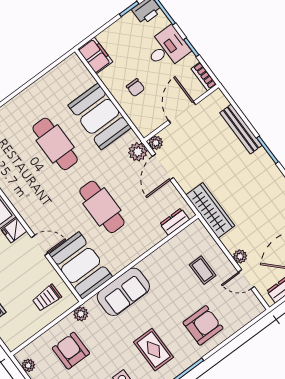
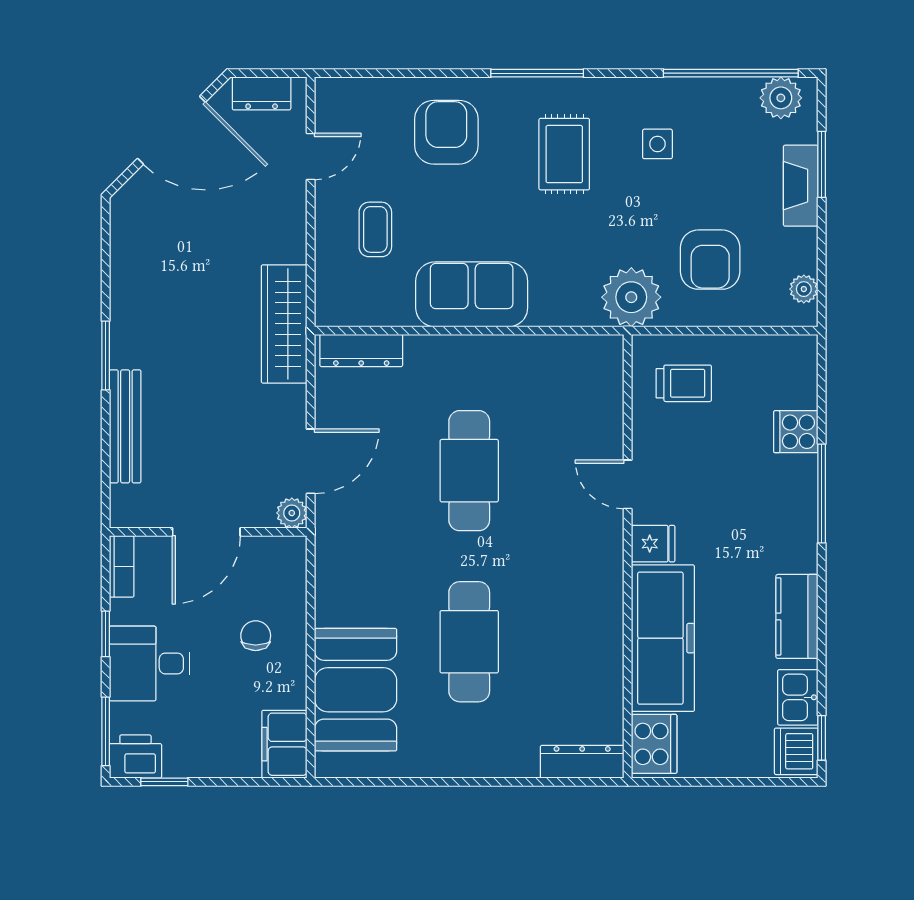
booth: (100, 116) -> (356, 690), moved
plant: (138, 152) -> (335, 520), removed
dresser: (175, 222) -> (361, 350), width x1.44
plant: (240, 256) -> (292, 205), removed
booth: (81, 265) -> (583, 396), removed
door: (246, 279) -> (311, 156), hinge flipped
sofa: (123, 292) -> (472, 294), moved
plant: (81, 314) -> (631, 297), width x1.87, depth x1.87
armchair: (203, 325) -> (446, 132), turned 90

